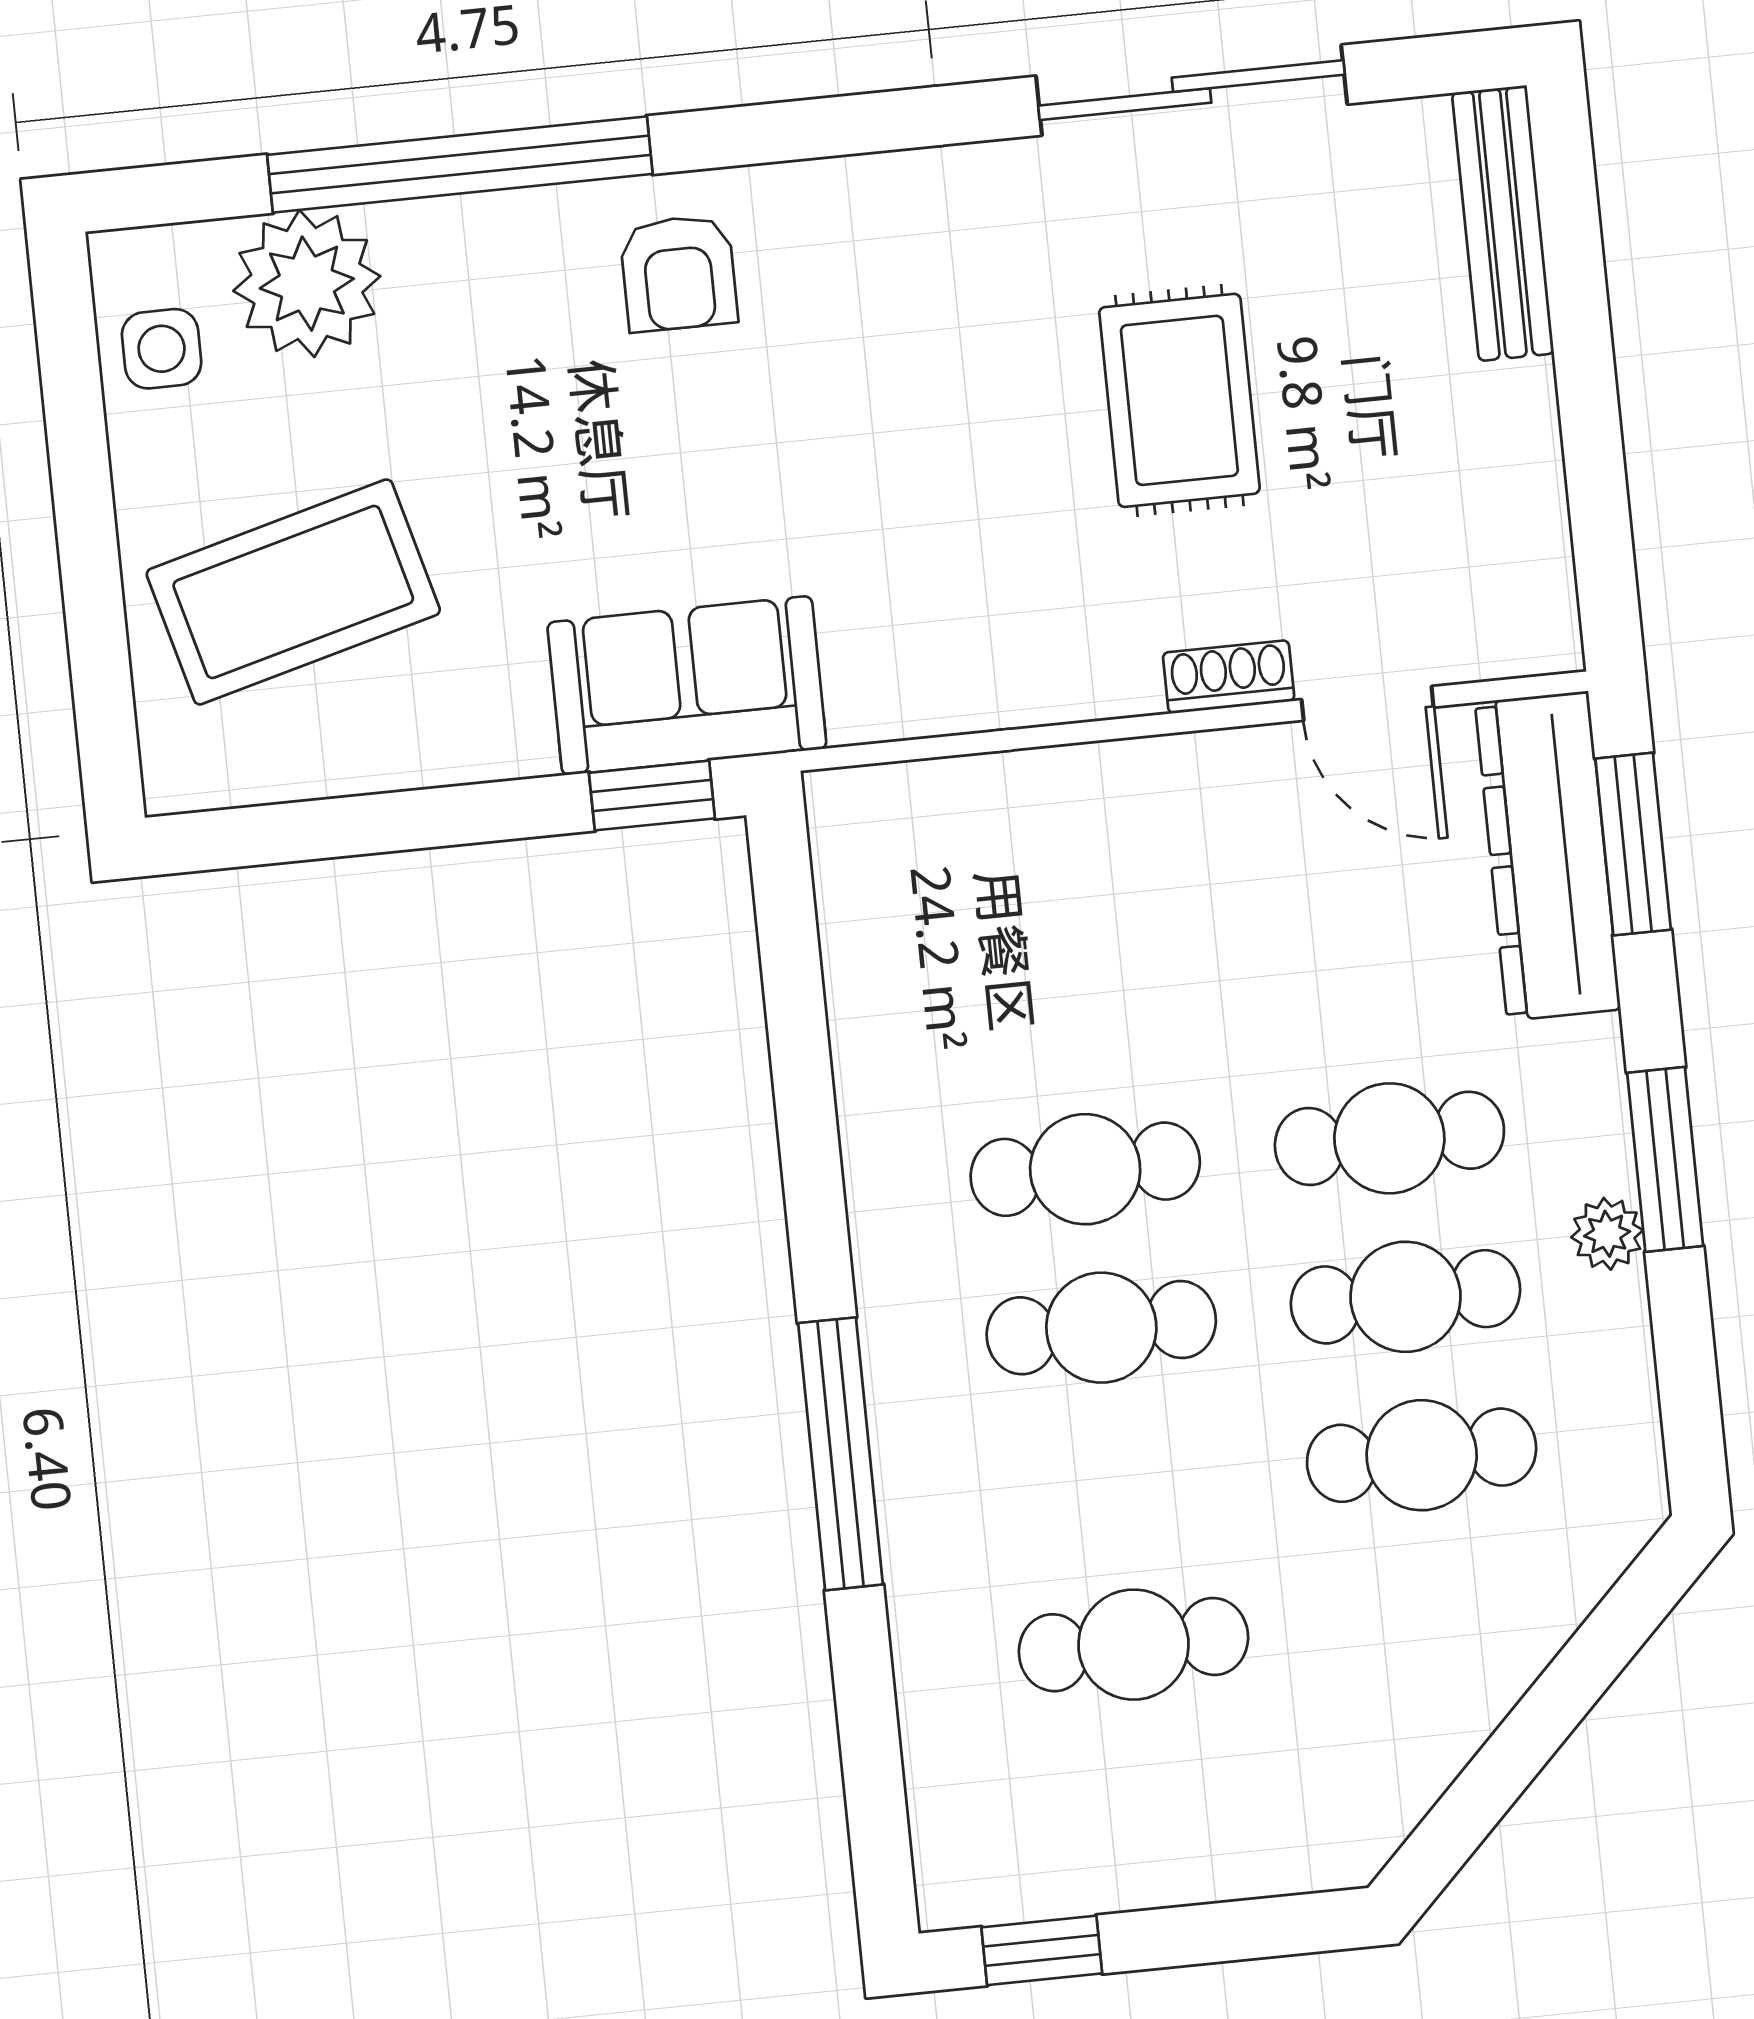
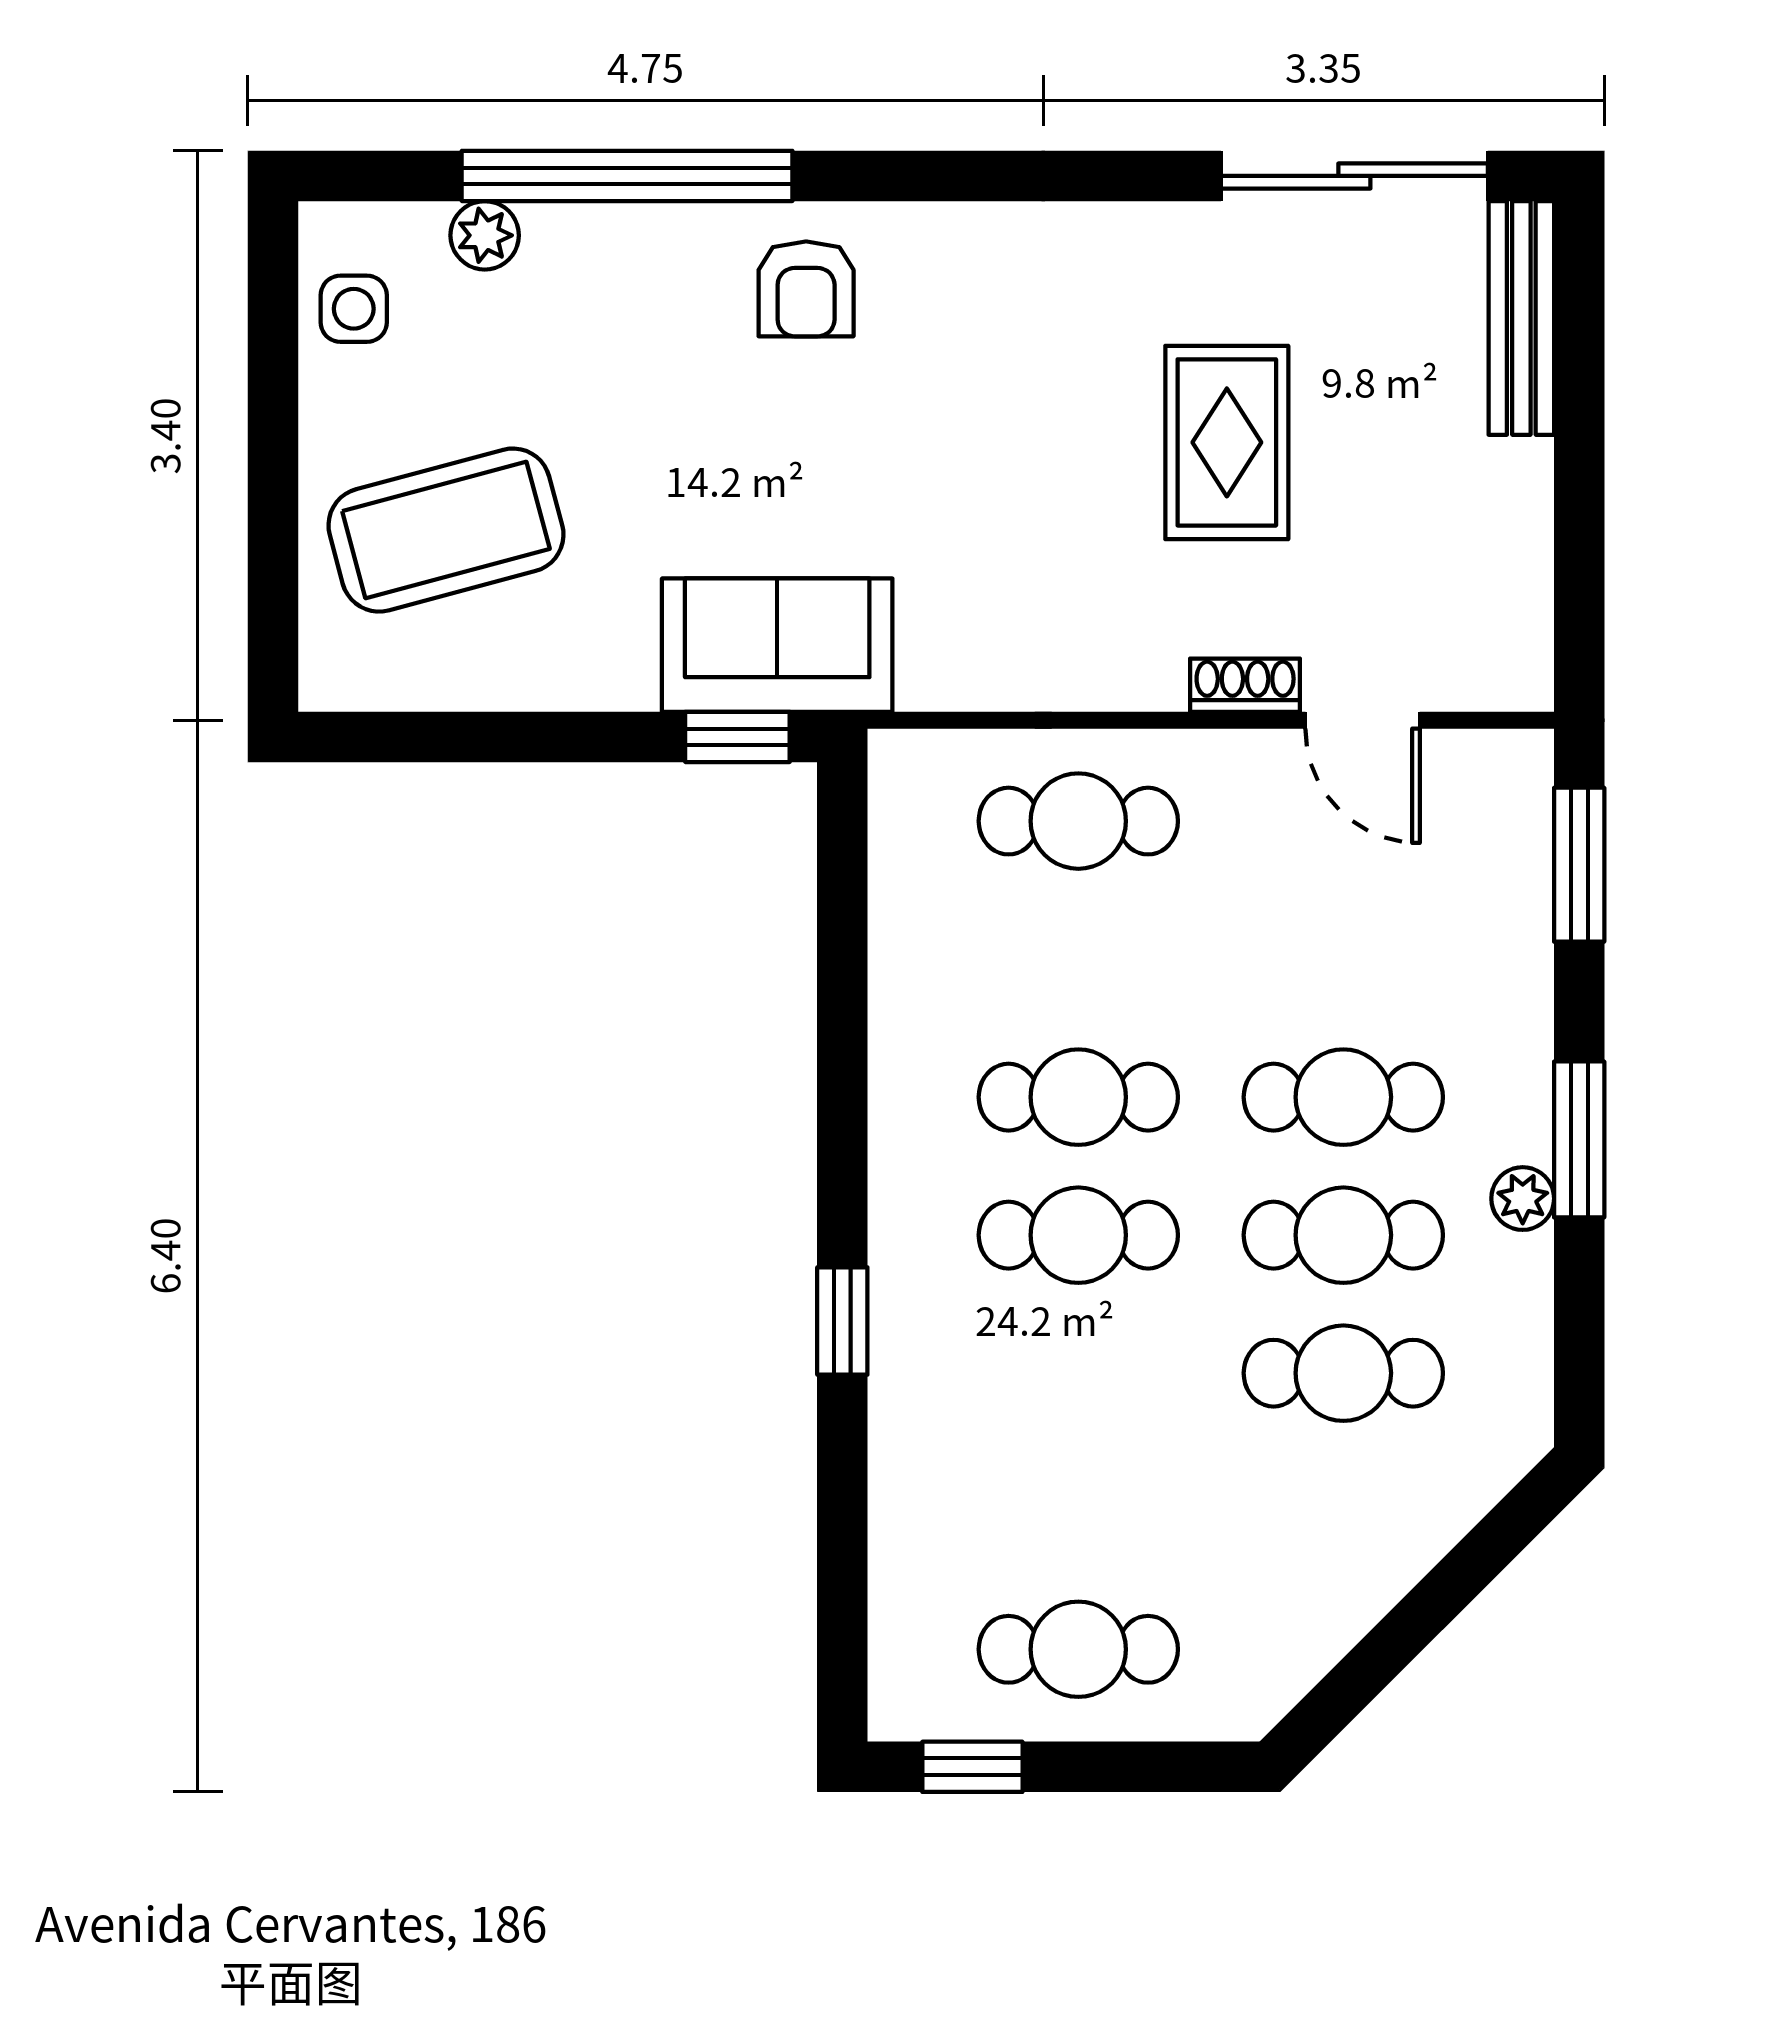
sliding door: (1192, 90) -> (1354, 176), moved
plant: (307, 284) -> (485, 235), width x0.53, depth x0.53
cafe table: (1053, 852) -> (1078, 821), added
dresser: (1548, 856) -> (1505, 867), removed
window: (841, 1454) -> (842, 1321), width x0.46
cafe table: (1133, 1645) -> (1078, 1649), moved

